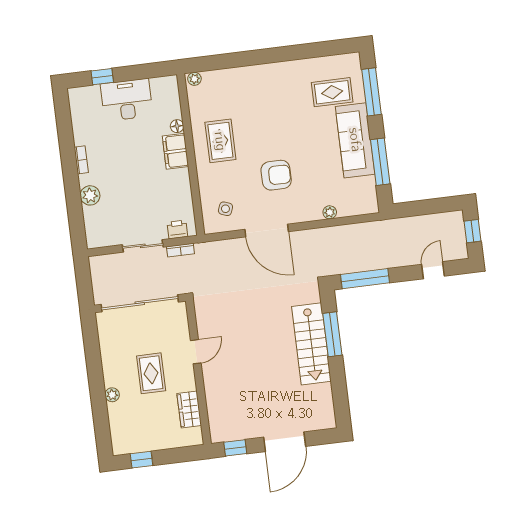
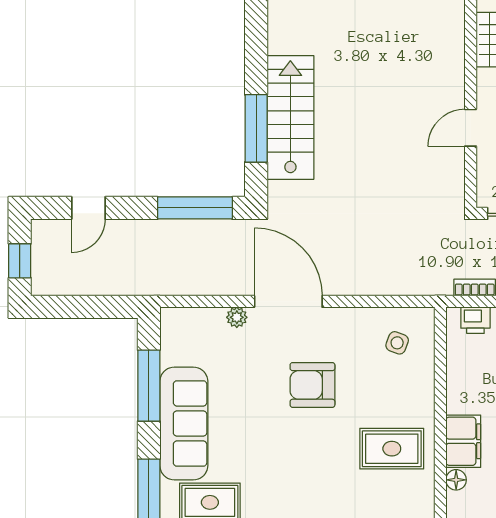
rug: (220, 141) -> (392, 449), turned 90
door: (267, 230) -> (288, 301), moved

